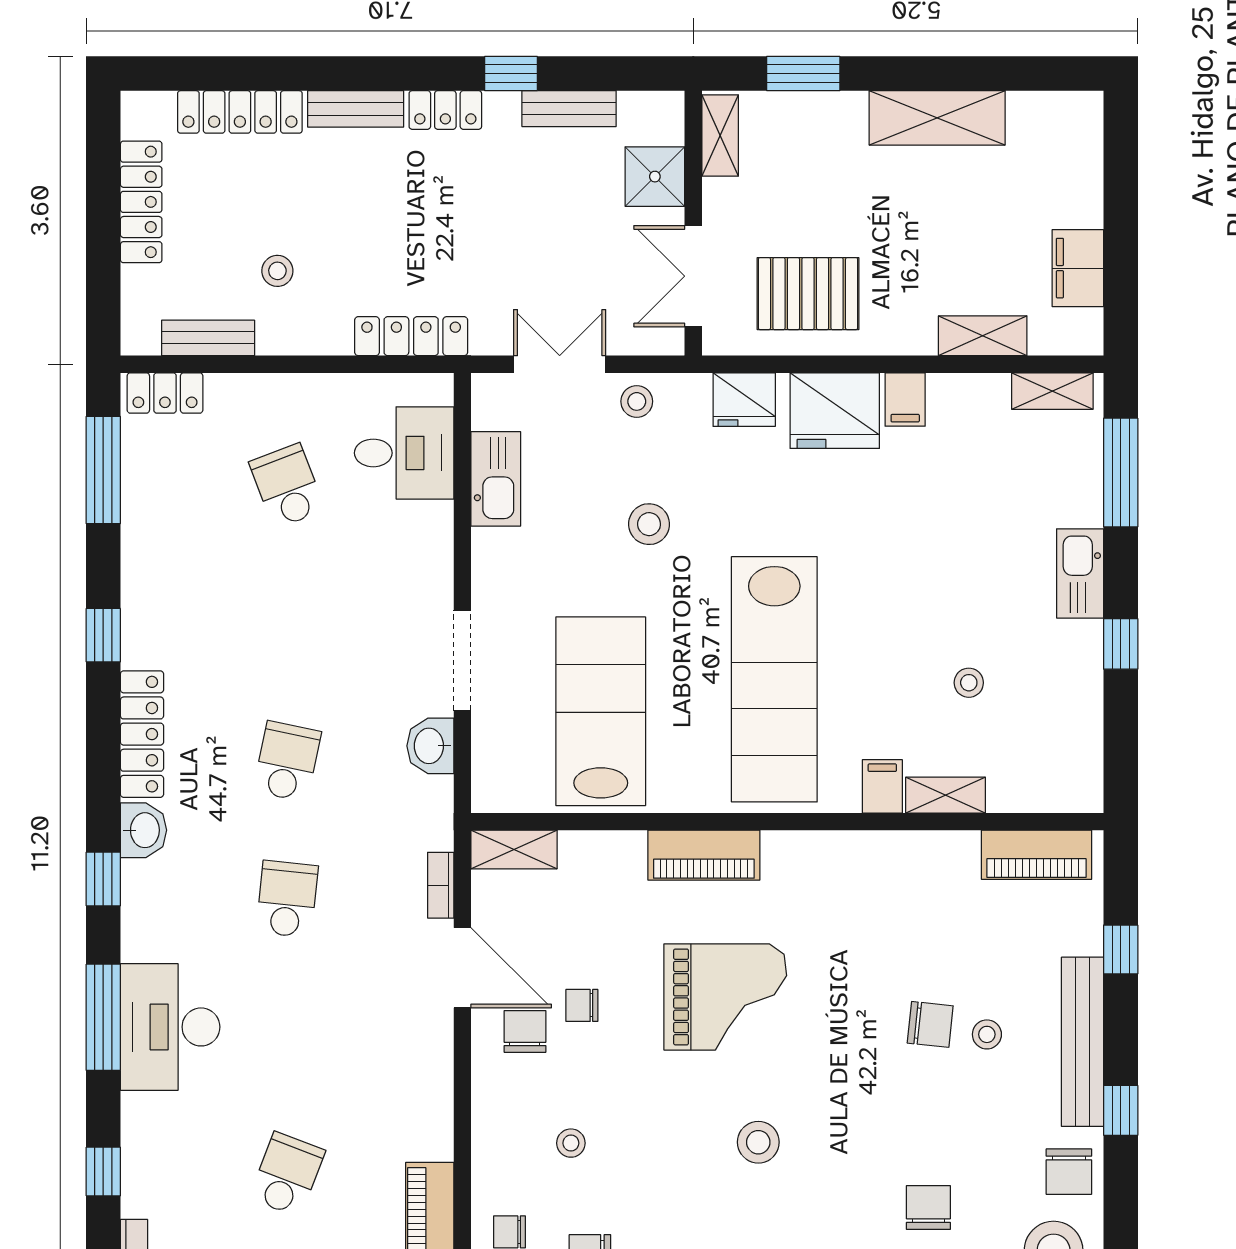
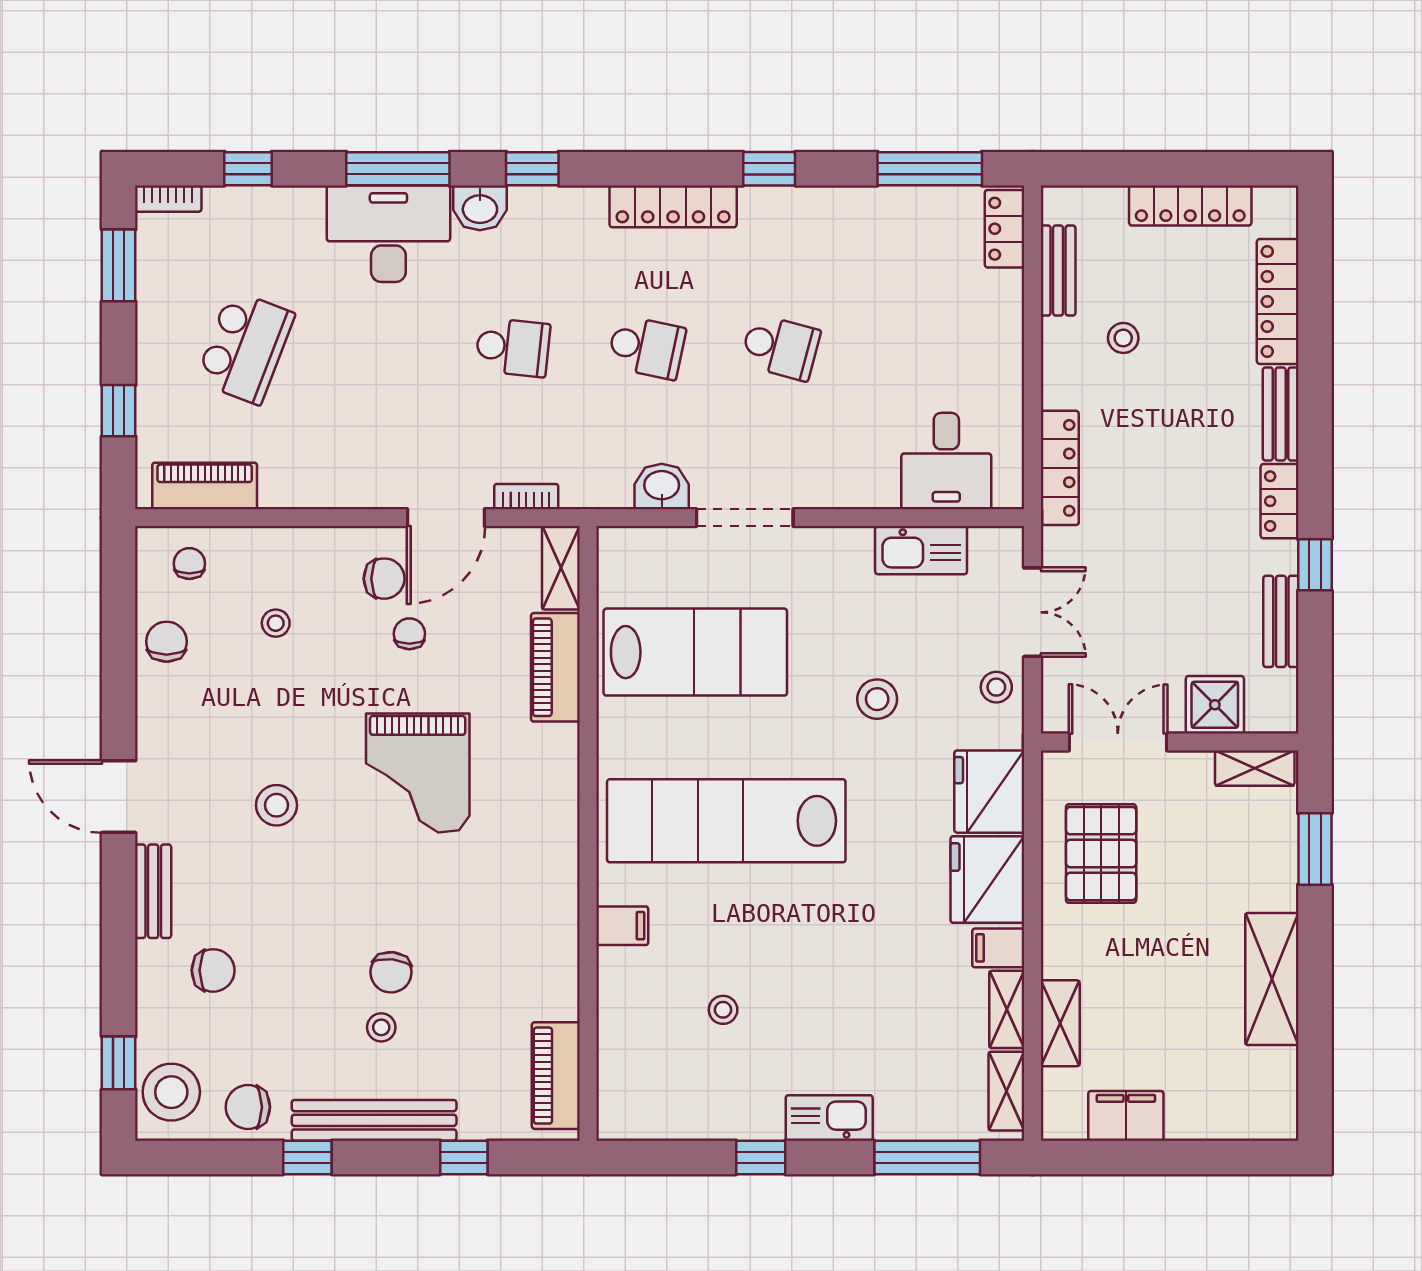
fridge: (744, 400) -> (989, 792), width x1.36, depth x1.34
school desk: (287, 486) -> (780, 347), moved, turned 36
shelving: (946, 795) -> (1007, 1009), moved
washbasin: (144, 830) -> (480, 208), moved
piano: (704, 855) -> (555, 667), moved
school desk: (287, 1174) -> (245, 347), width x1.85

